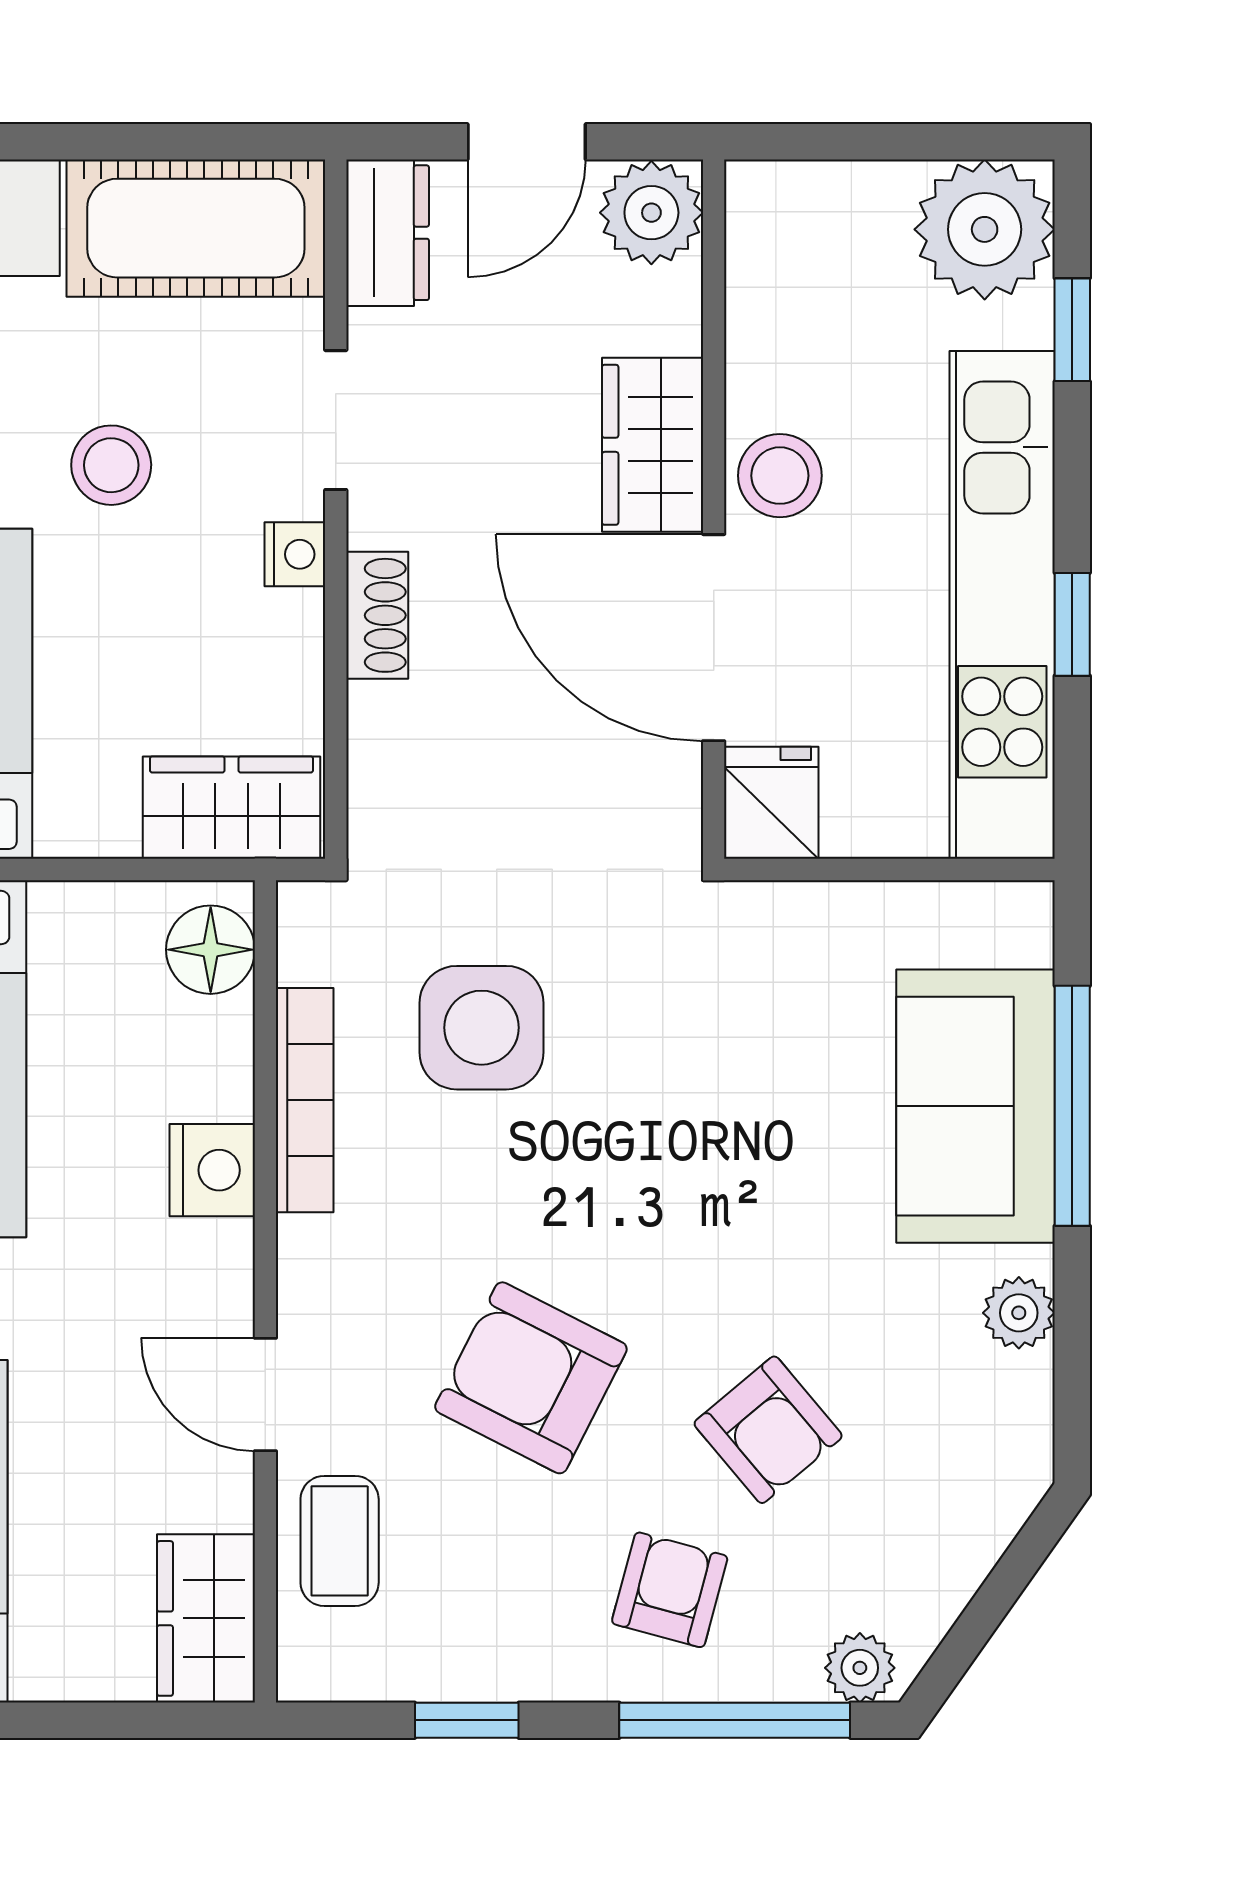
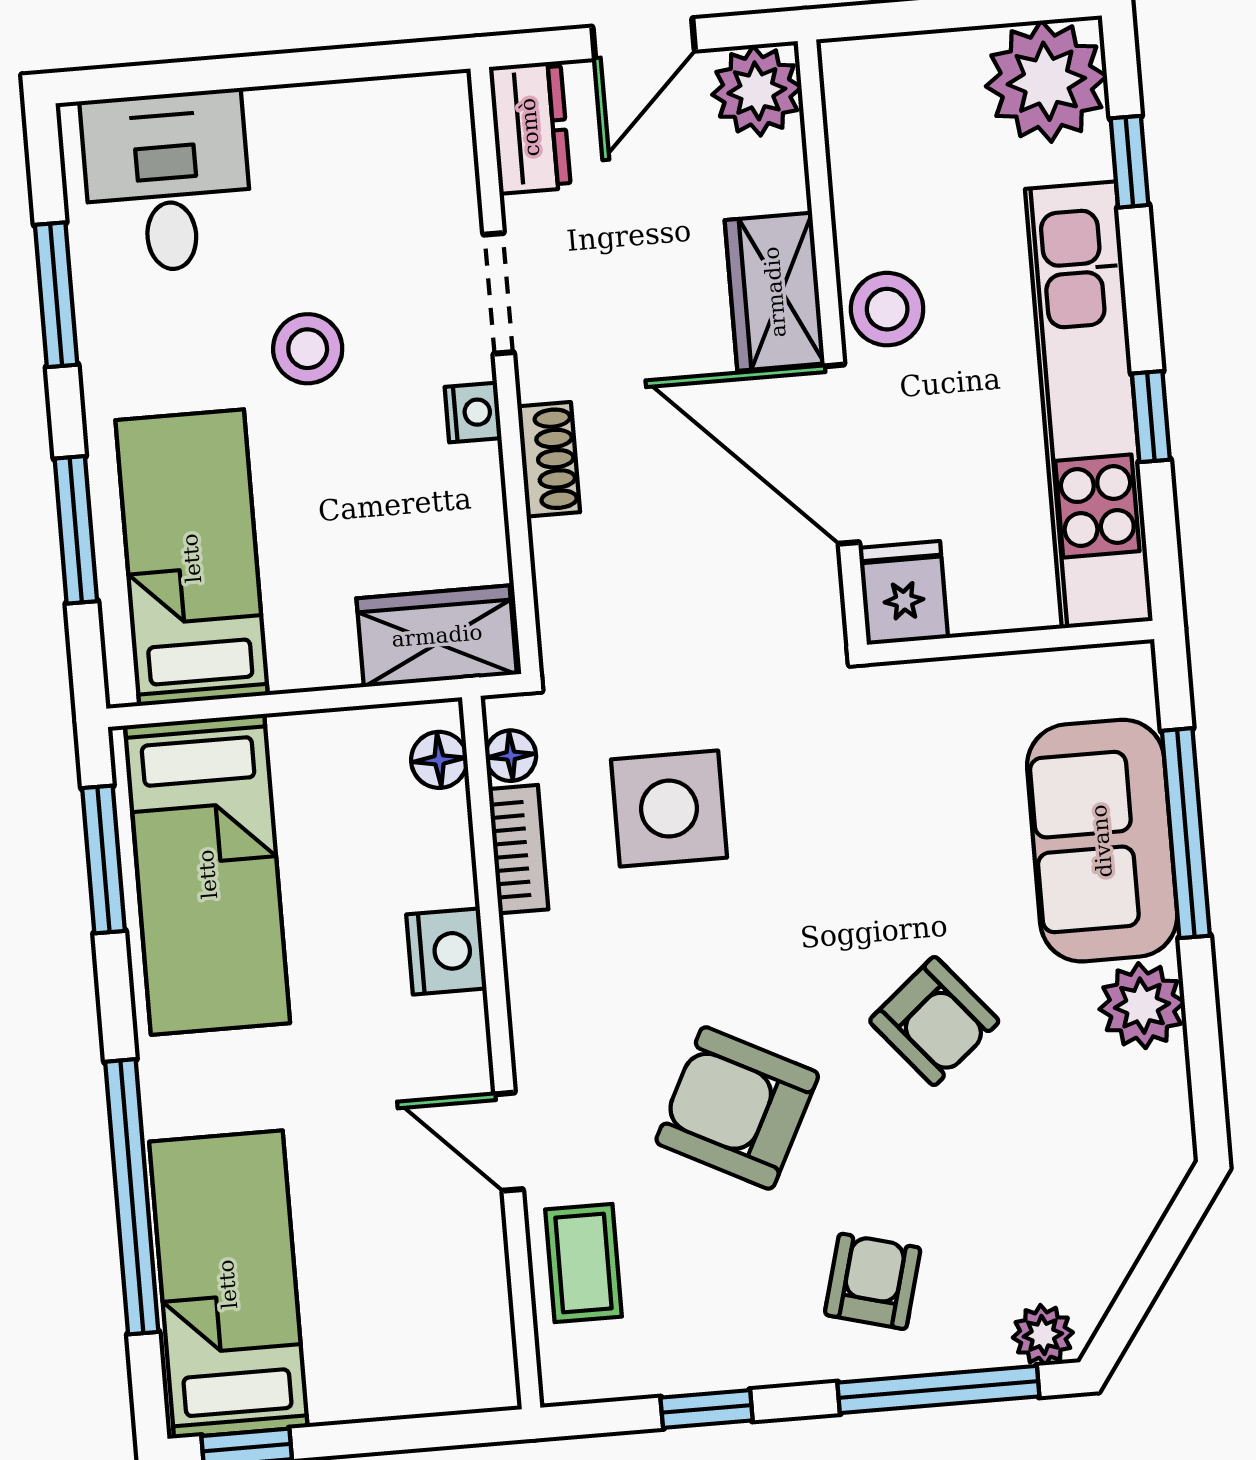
cot: (196, 228) -> (364, 137), removed
floor lamp: (211, 950) -> (439, 760), width x0.73, depth x0.73
floor lamp: (305, 952) -> (511, 756), added
bookcase: (305, 1100) -> (518, 849), width x0.64
plant: (1019, 1313) -> (1142, 1006), width x1.38, depth x1.38
armchair: (768, 1430) -> (934, 1021), moved
wardrobe: (206, 1618) -> (474, 1340), removed

